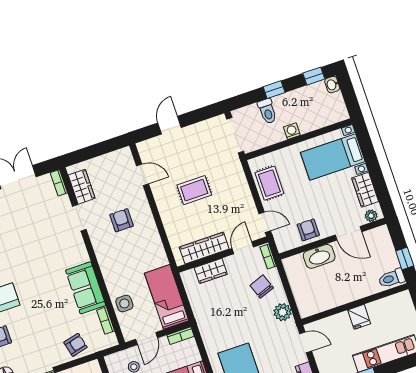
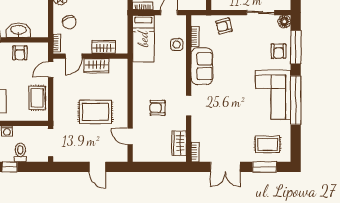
door: (170, 125) -> (97, 167), hinge flipped
rug: (194, 190) -> (95, 112), width x1.36, depth x1.43
doorway: (79, 218) -> (189, 106), moved
armchair: (122, 220) -> (158, 108), turned 90
door: (265, 222) -> (51, 70), hinge flipped
wardrobe: (204, 248) -> (96, 66), width x0.67

